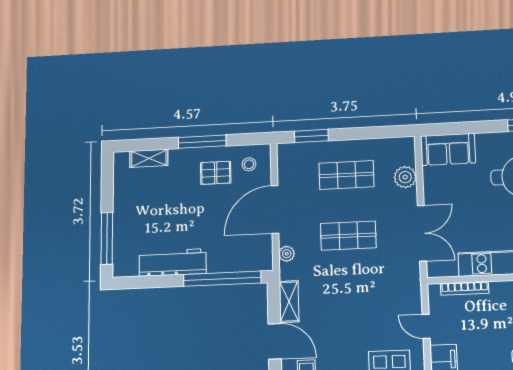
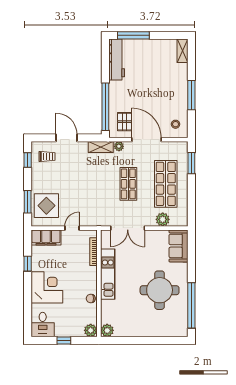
shelving: (149, 158) -> (183, 51), moved
pallet: (216, 173) -> (125, 122), moved
shop shelf: (346, 175) -> (166, 184), width x1.43, depth x1.36
workbench: (173, 262) -> (117, 60), moved
shelving: (289, 302) -> (101, 147), moved
door: (275, 341) -> (66, 138), swing flipped

